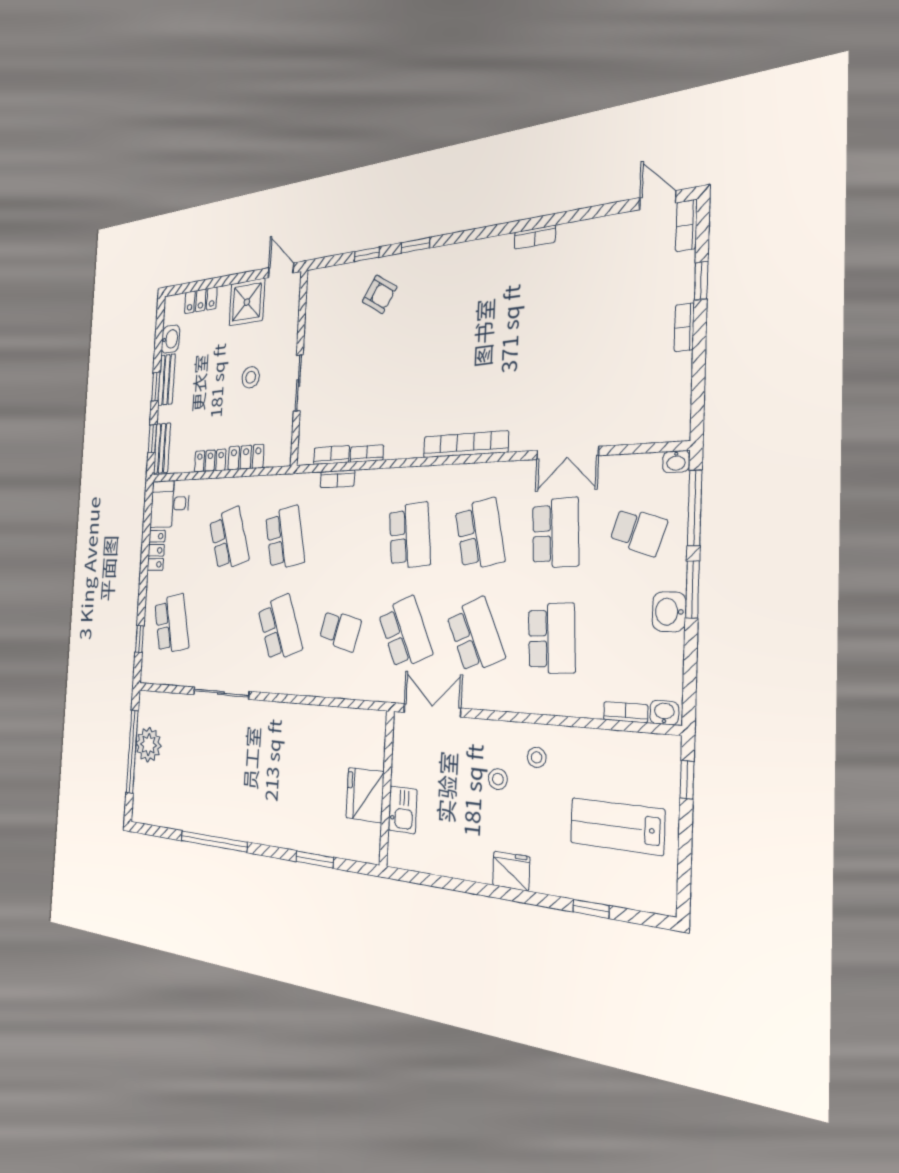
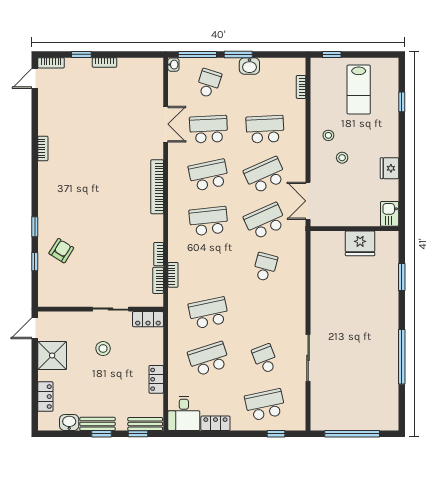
locker: (246, 457) -> (148, 319), moved, turned -90
school desk: (280, 628) -> (265, 359), moved, width x0.54
washbasin: (664, 713) -> (300, 67), removed
plant: (149, 745) -> (346, 419), removed
kitchen sink: (403, 810) -> (390, 214), moved, turned -90
fridge: (511, 871) -> (390, 168), moved

